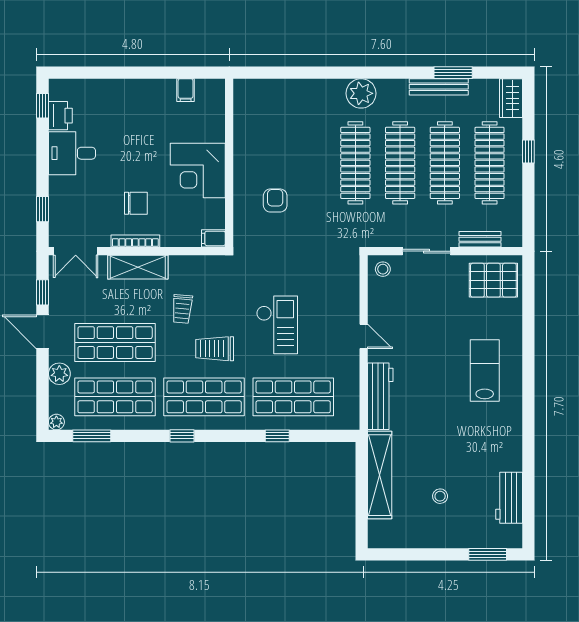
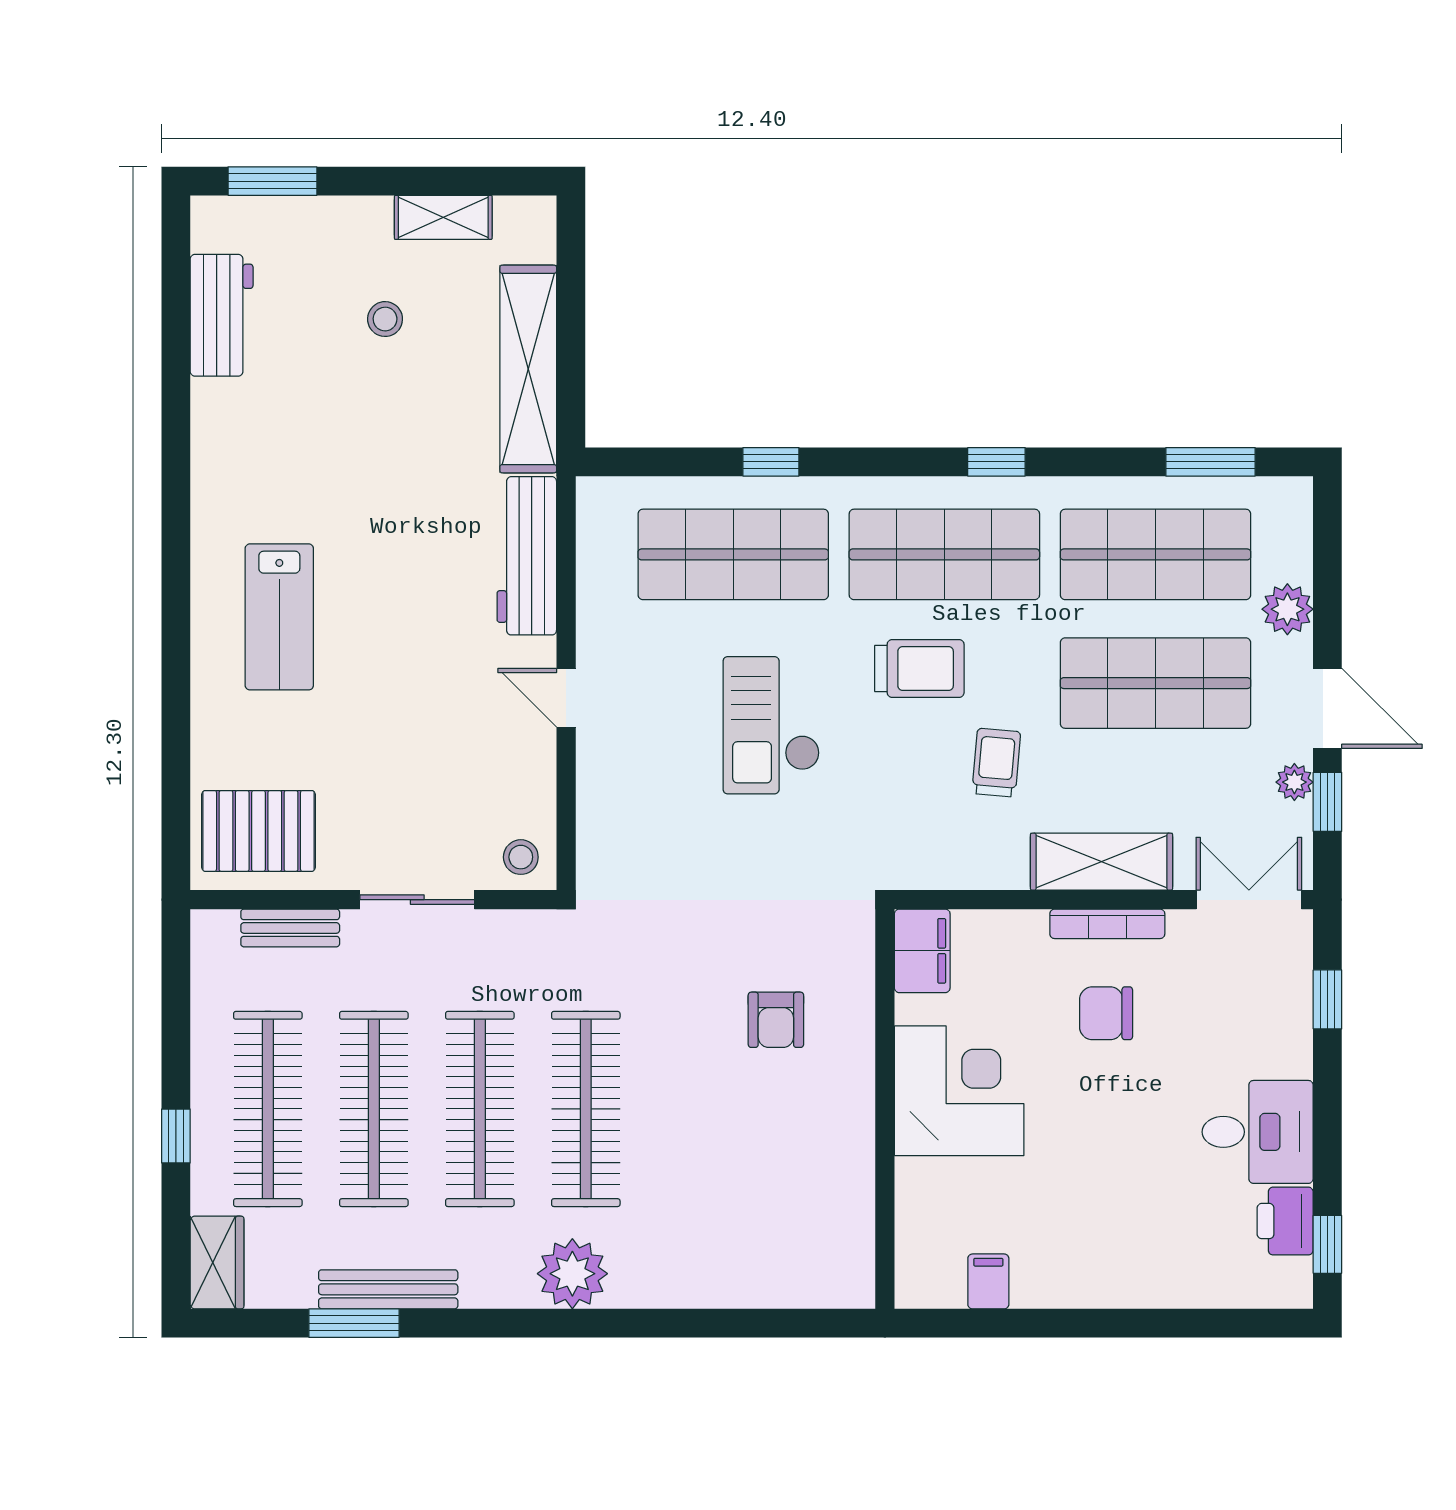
filing cabinet: (213, 238) -> (922, 951), width x2.00
plant: (56, 422) -> (1294, 782), moved
shelving: (415, 539) -> (443, 217), added

